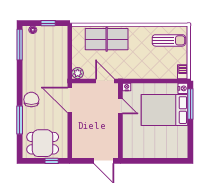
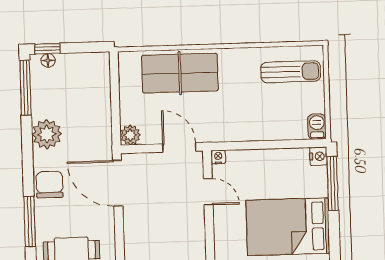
window: (48, 23) -> (47, 49), moved
plant: (31, 71) -> (47, 134), added
bed: (165, 110) -> (288, 227), moved

